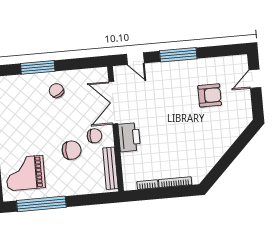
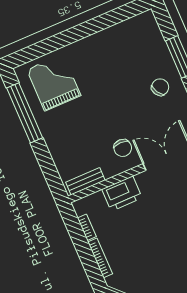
printer: (129, 137) -> (122, 194), moved
chair: (72, 150) -> (97, 127), removed
bench: (110, 168) -> (85, 181), width x0.73

